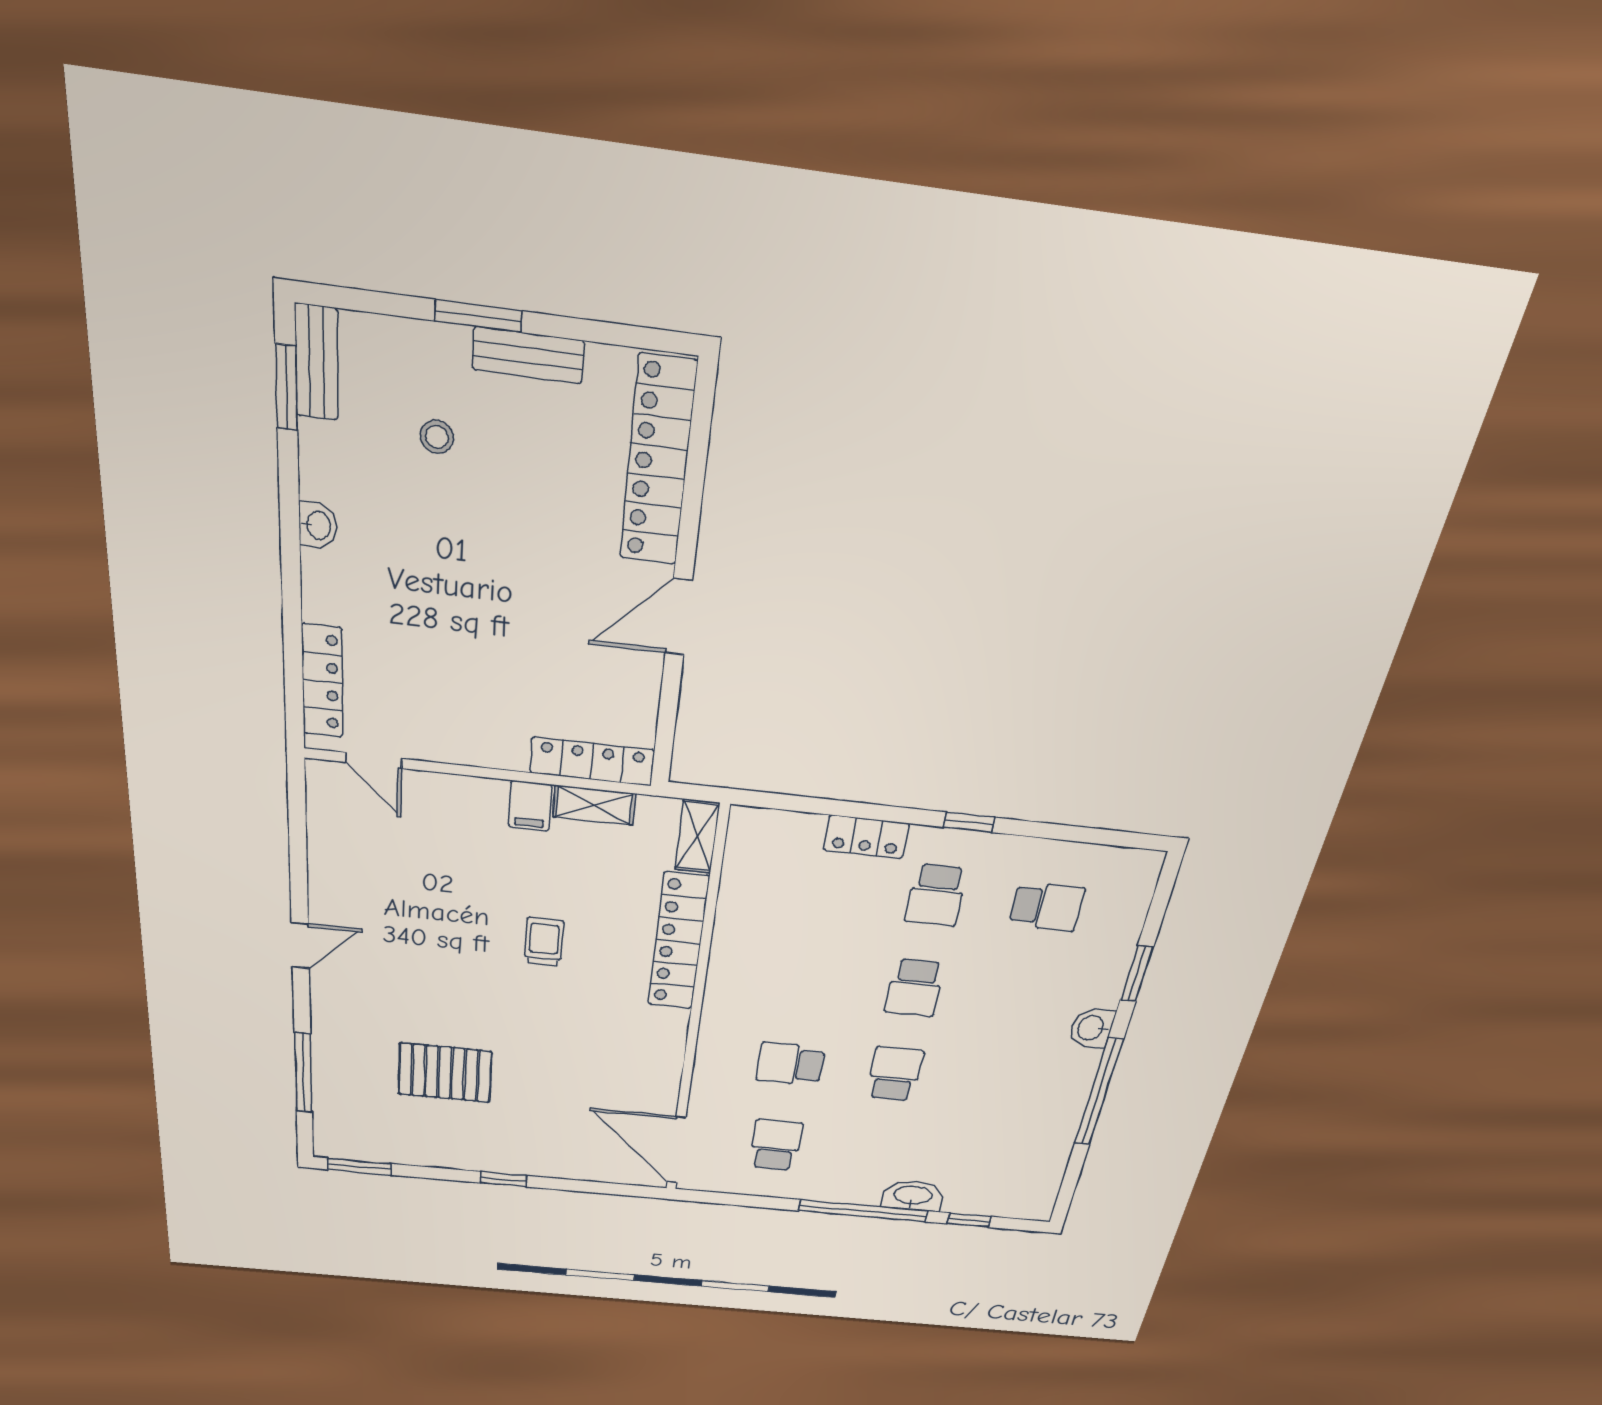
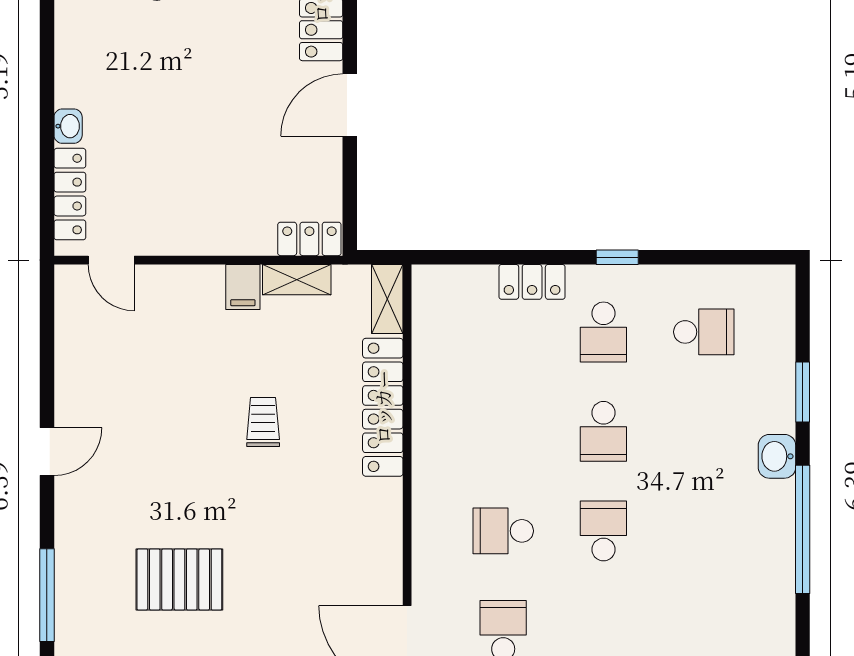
washbasin: (318, 525) -> (68, 126), moved
locker: (592, 761) -> (309, 239), width x0.66

